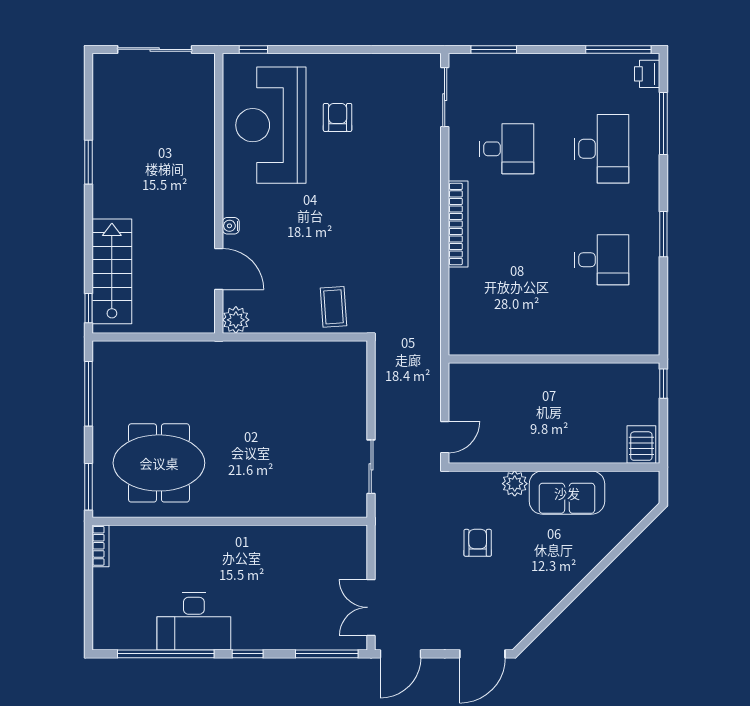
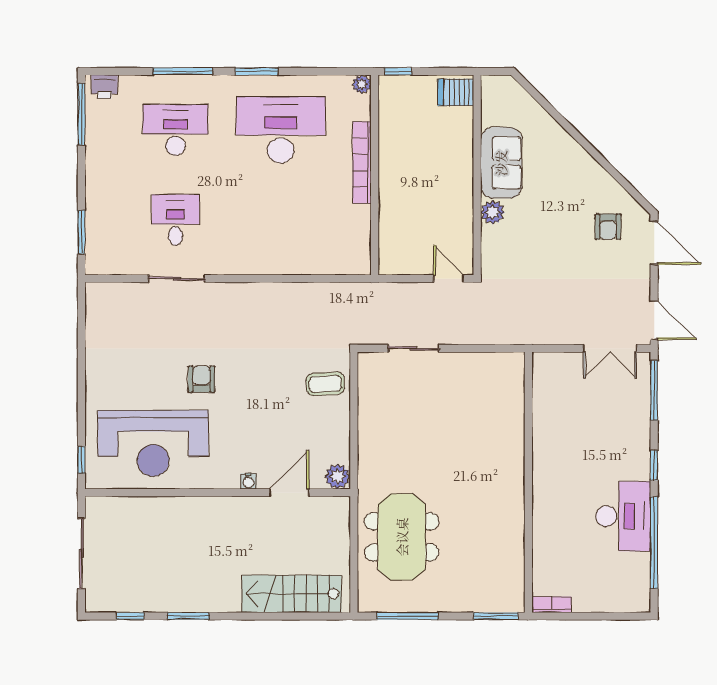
sliding door: (445, 97) -> (177, 279), moved
armchair: (338, 117) -> (201, 379), moved, turned 90
window: (663, 123) -> (183, 71), moved
bookcase: (458, 224) -> (362, 162), moved, turned -90
desk: (602, 260) -> (281, 130), width x1.87, depth x1.30
window: (88, 308) -> (130, 616), moved
plant: (650, 345) -> (362, 84), added
meeting table: (159, 463) -> (402, 537), moved
sliding door: (371, 467) -> (414, 348), moved
armchair: (478, 543) -> (608, 227), moved, turned -90

